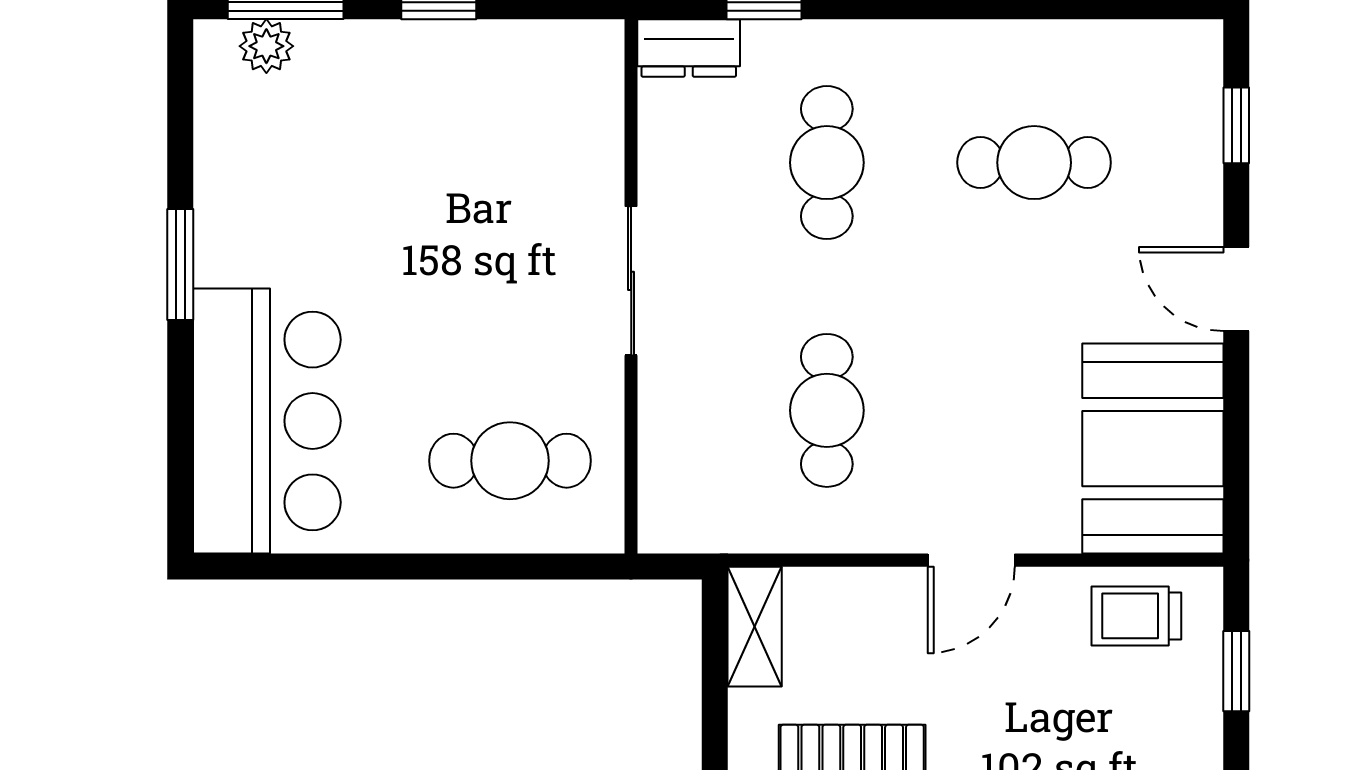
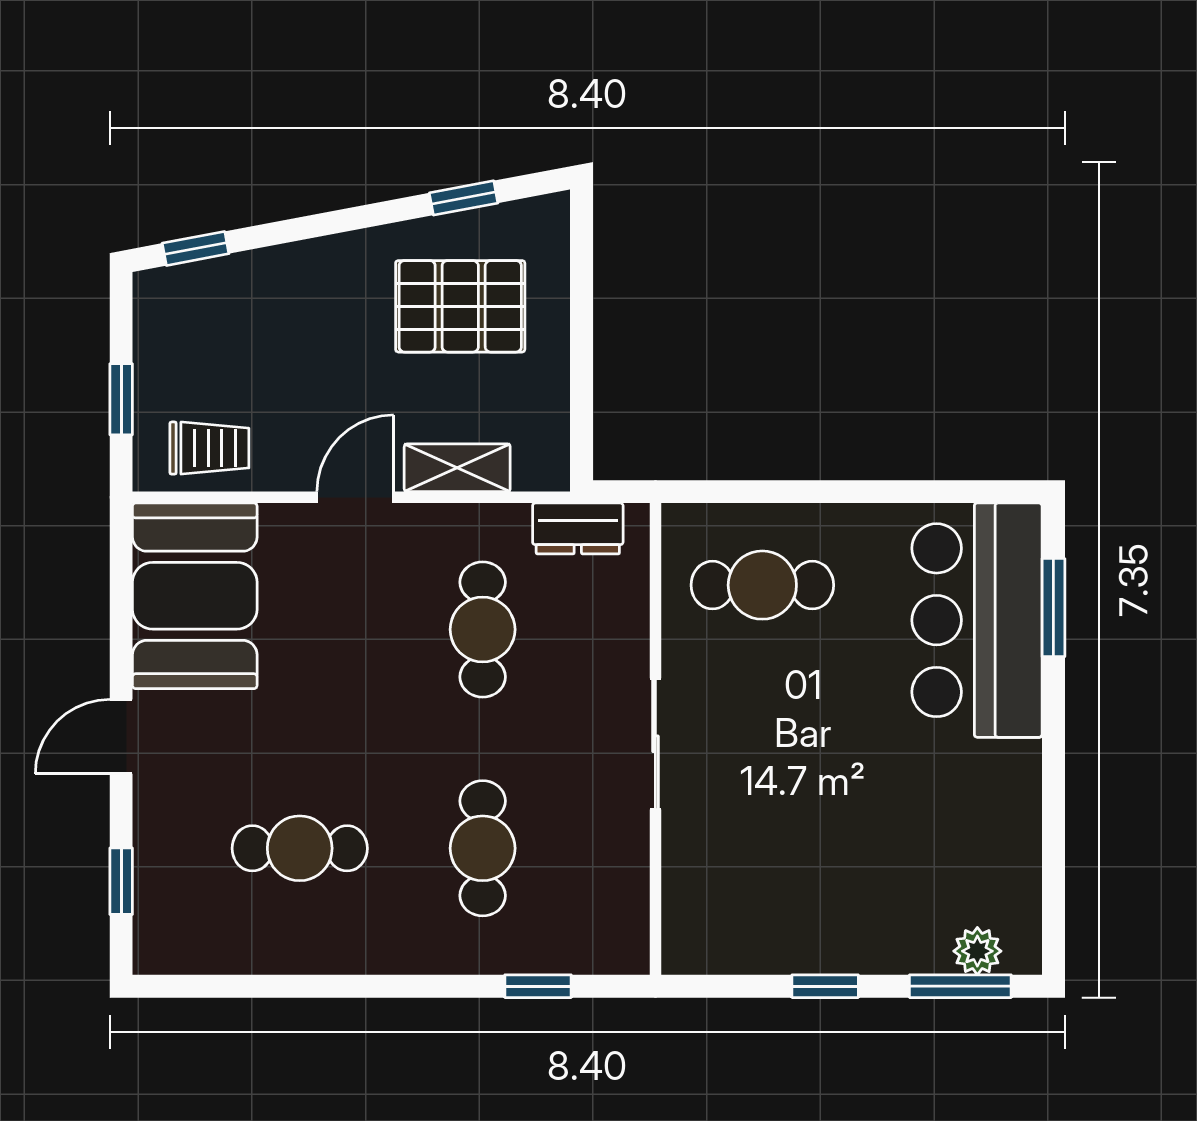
dresser: (689, 48) -> (578, 528), moved, turned 180
window: (180, 265) -> (1053, 608), moved
door: (1236, 289) -> (121, 737), swing flipped
shelving: (755, 627) -> (457, 468), moved, turned 90

